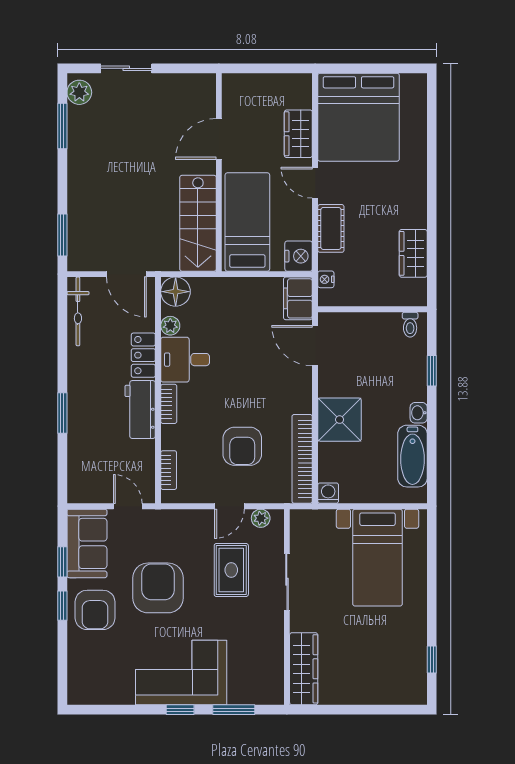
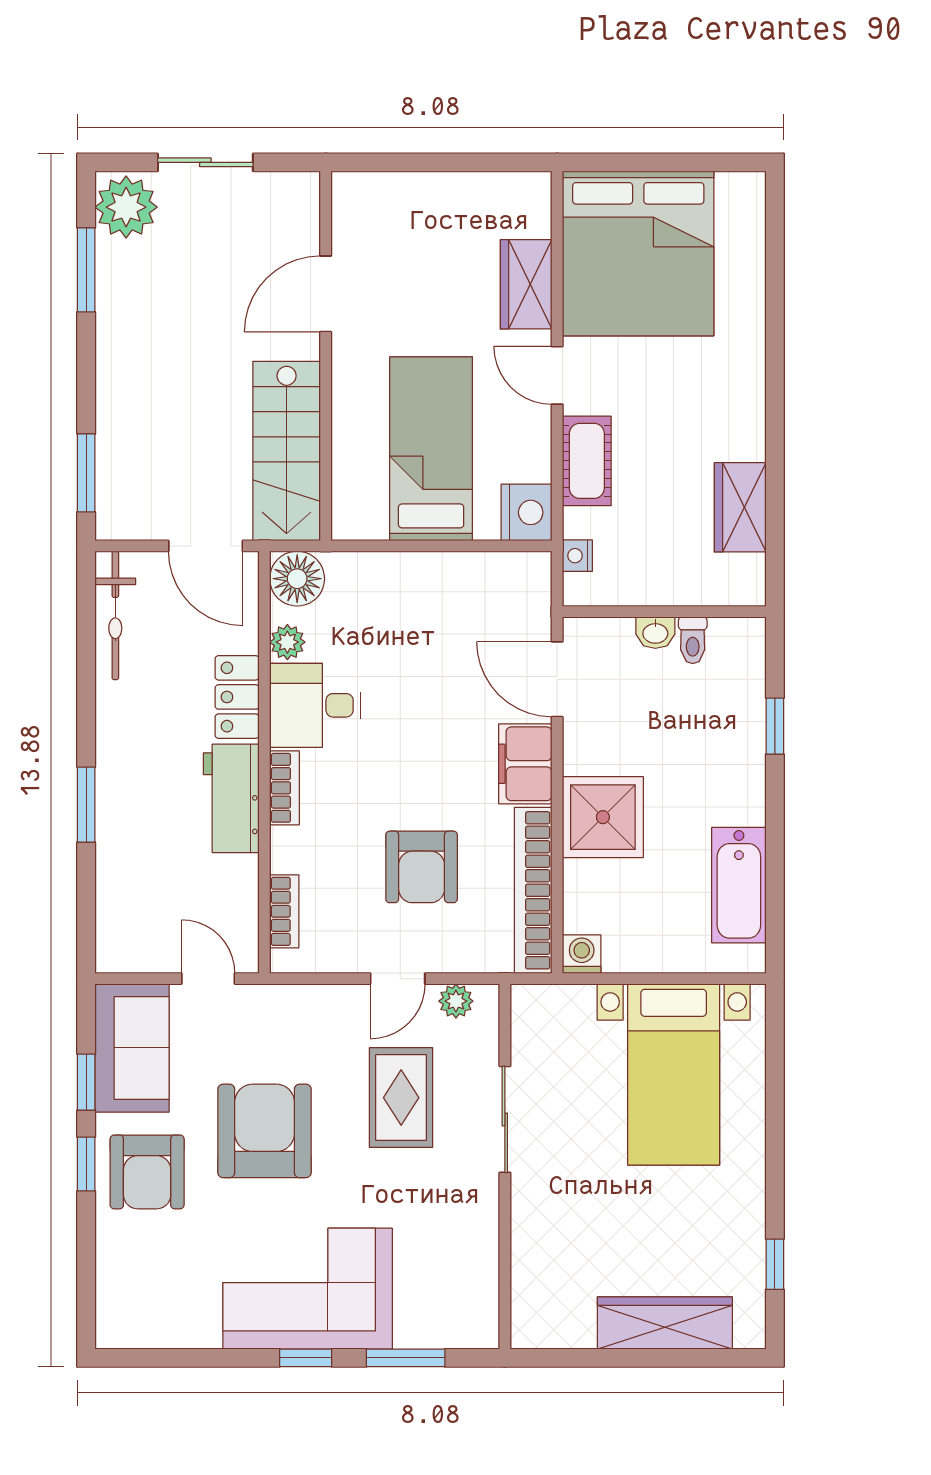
plant: (79, 92) -> (126, 207), width x1.36, depth x1.36
door: (219, 139) -> (326, 294), moved
wall: (219, 172) -> (326, 356), moved
stairs: (198, 223) -> (287, 451), moved
filing cabinet: (298, 298) -> (525, 764), moved
toilet: (410, 325) -> (693, 640), moved
washbasin: (419, 413) -> (655, 633), moved, turned -90
wardrobe: (304, 669) -> (665, 1323), moved, turned -90

